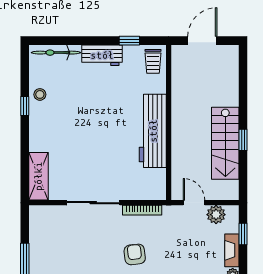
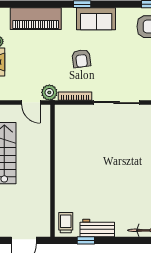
workbench: (102, 55) -> (97, 228), moved
workbench: (153, 131) -> (66, 164), removed
plant: (216, 215) -> (49, 92), moved

